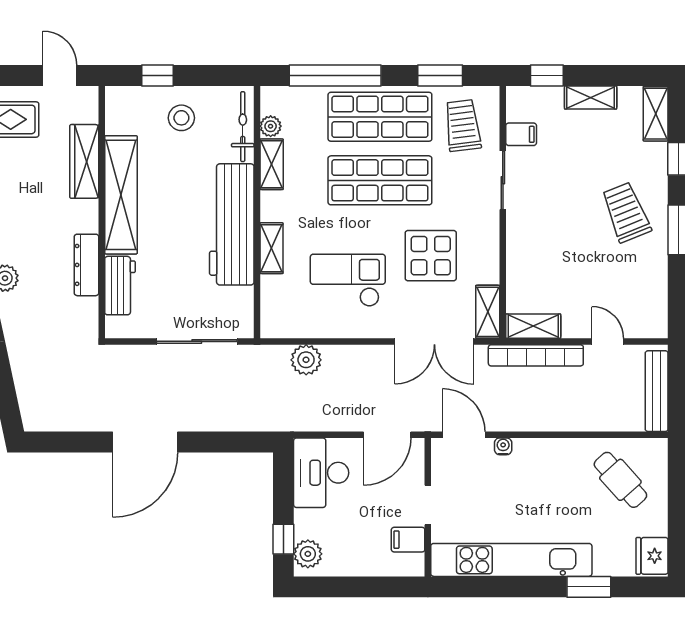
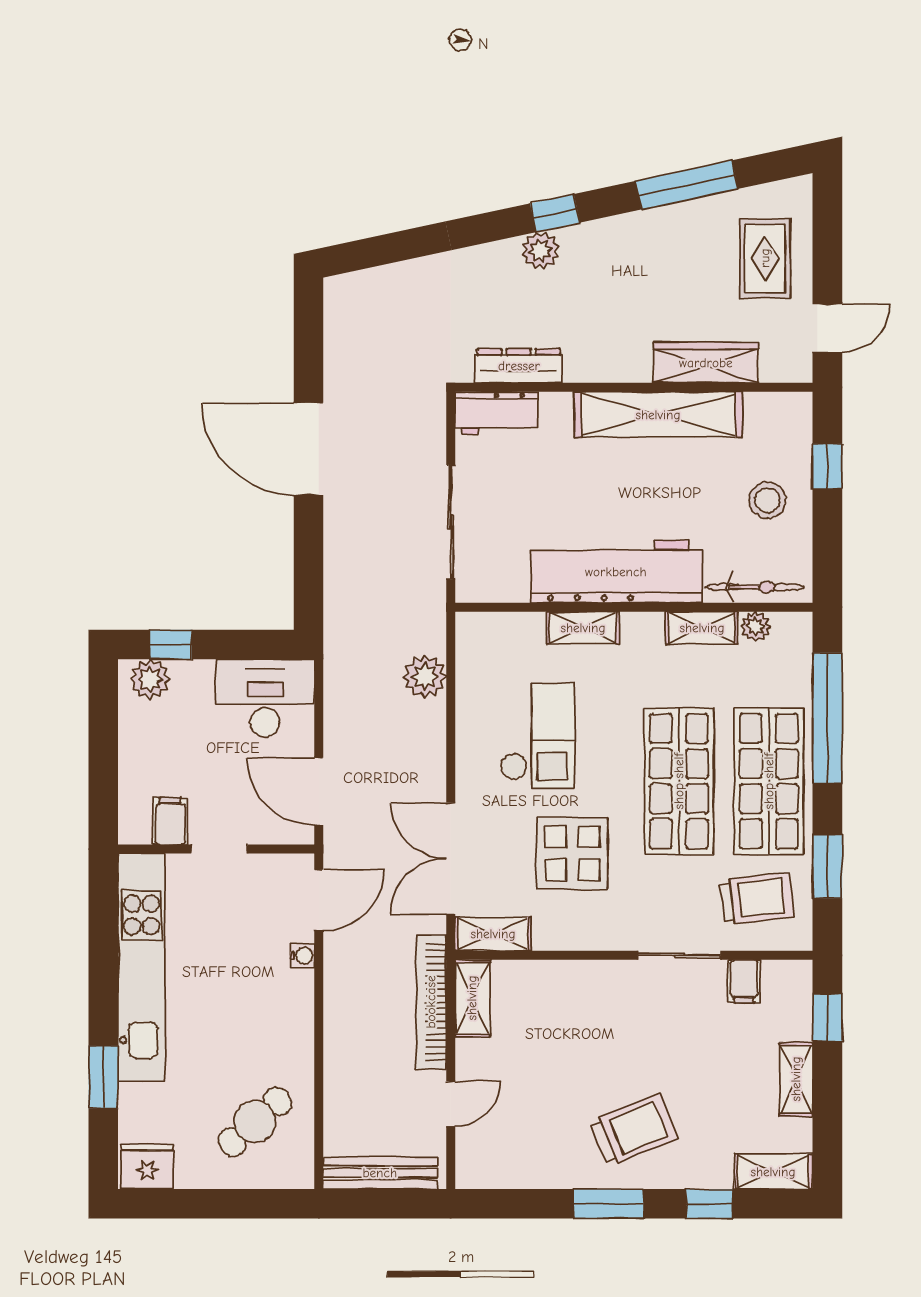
dresser: (86, 265) -> (519, 366), moved
workbench: (120, 286) -> (497, 413), moved

